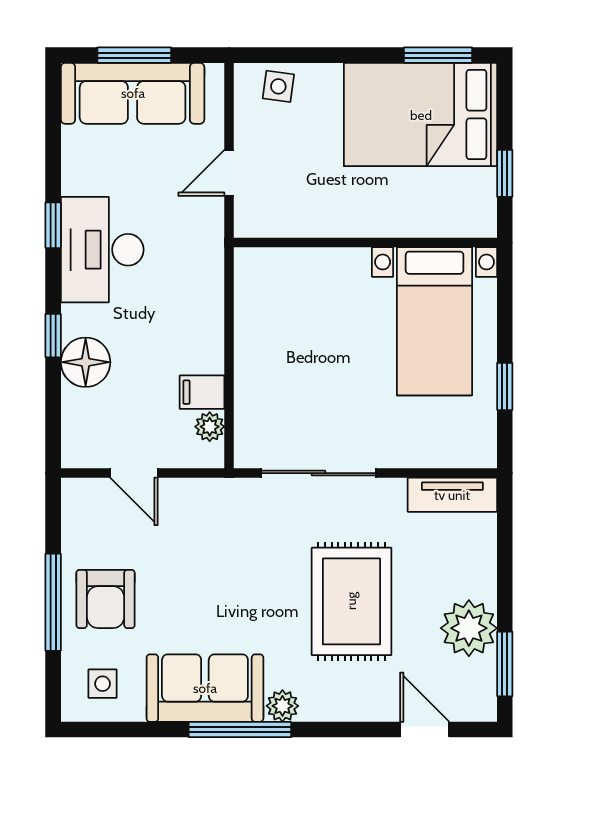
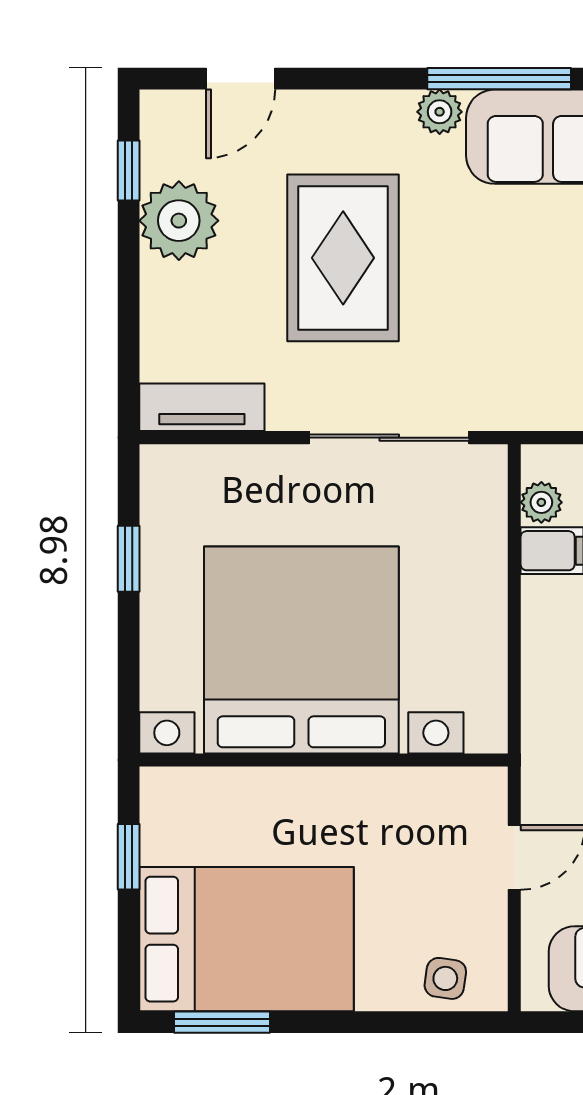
bed with nightstands: (435, 321) -> (301, 650), width x1.85
window: (505, 664) -> (129, 171), width x0.67
door: (425, 730) -> (241, 79), hinge flipped

